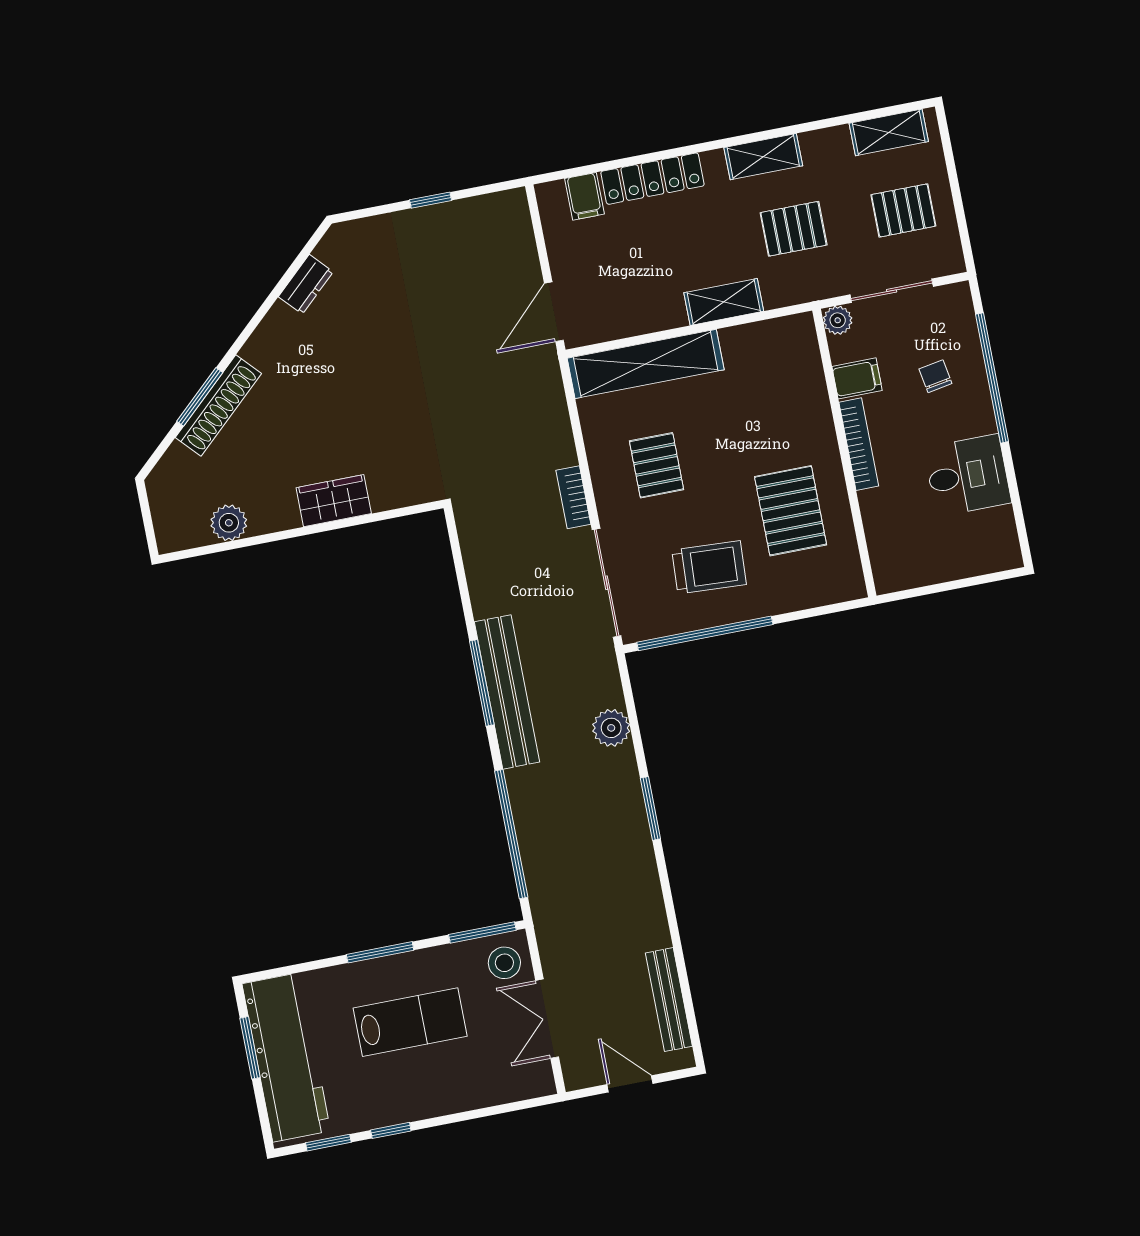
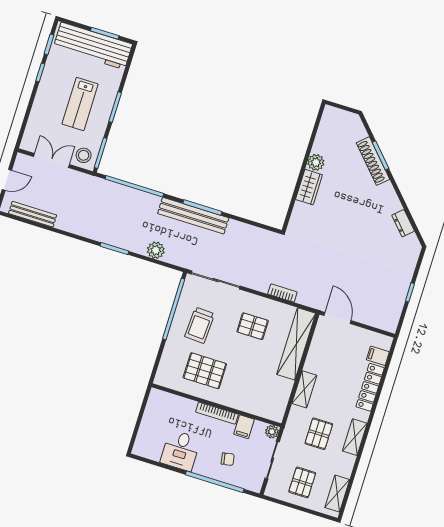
bookcase: (573, 497) -> (282, 293), moved
plant: (229, 523) -> (316, 162), moved

